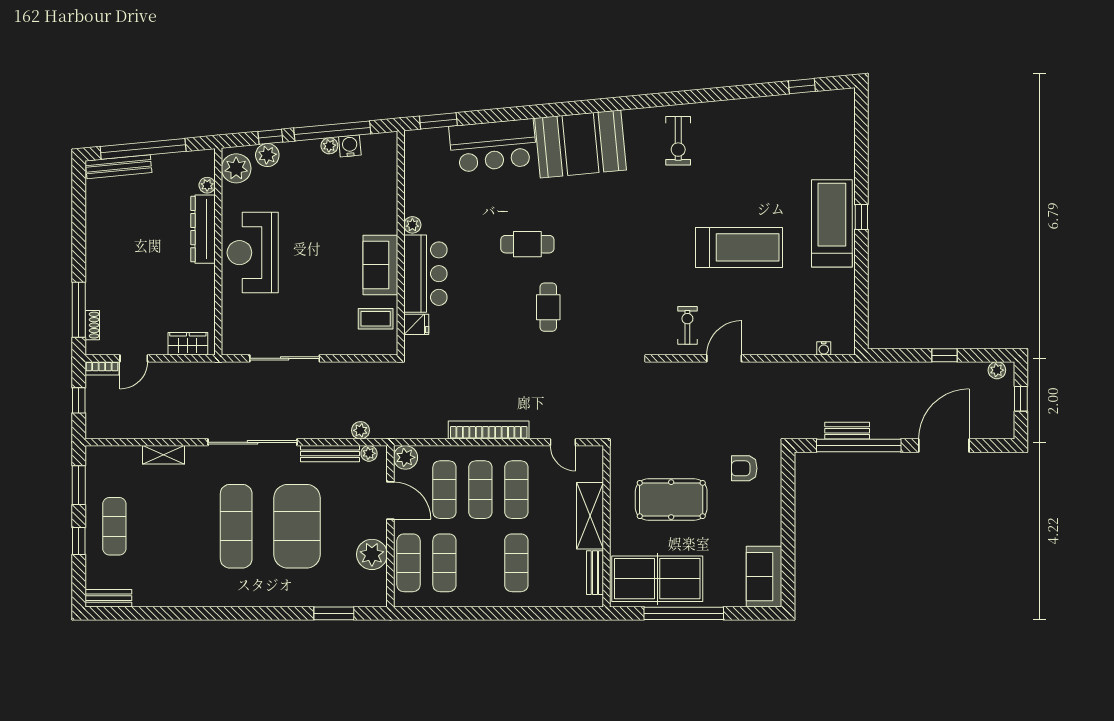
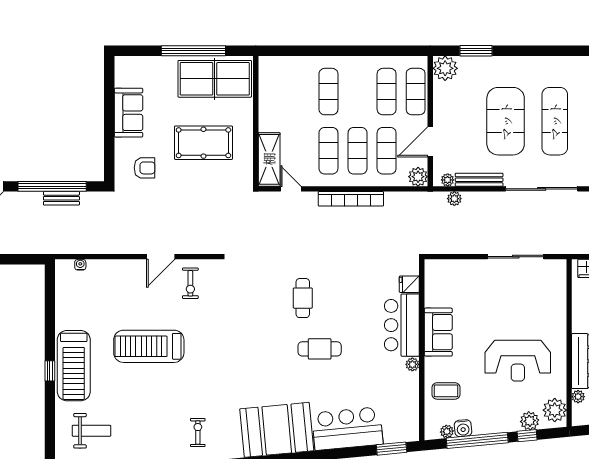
exercise bike: (678, 141) -> (198, 432), width x0.73, depth x0.72
weight bench: (810, 143) -> (91, 431), added
plant: (329, 146) -> (447, 431), moved
reception desk: (253, 253) -> (518, 361), moved, turned 90
coffee table: (376, 319) -> (446, 391), moved
door: (390, 501) -> (430, 142), hinge flipped
shelving: (590, 516) -> (269, 159), moved
plant: (372, 554) -> (445, 68), moved
bench: (595, 573) -> (265, 84), removed
sofa: (764, 577) -> (128, 113), moved

